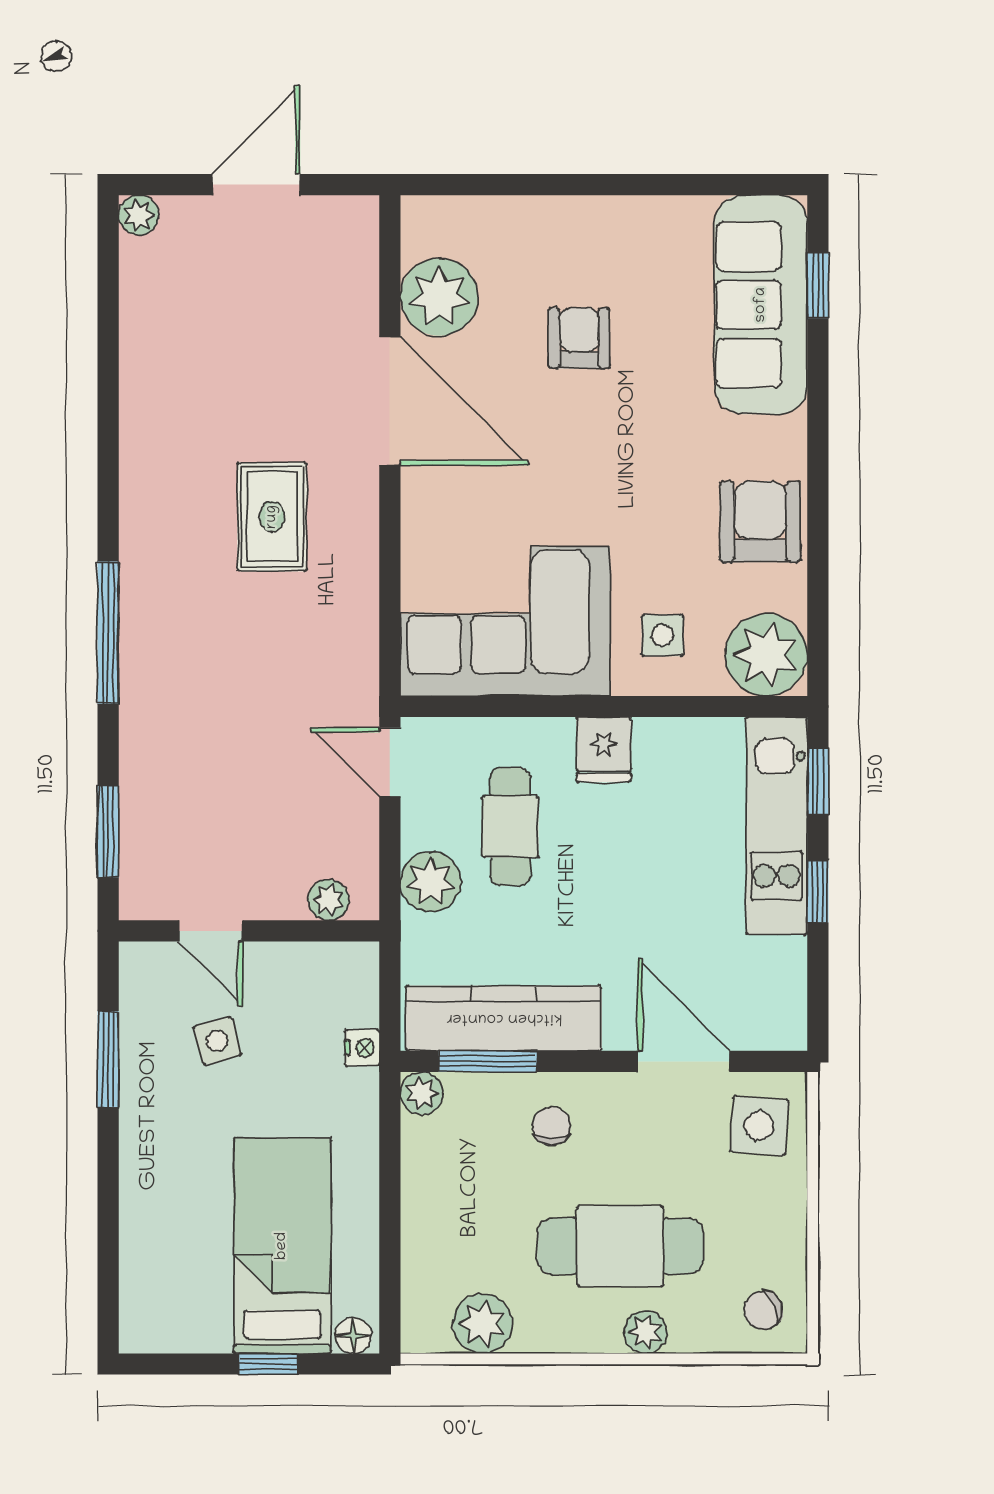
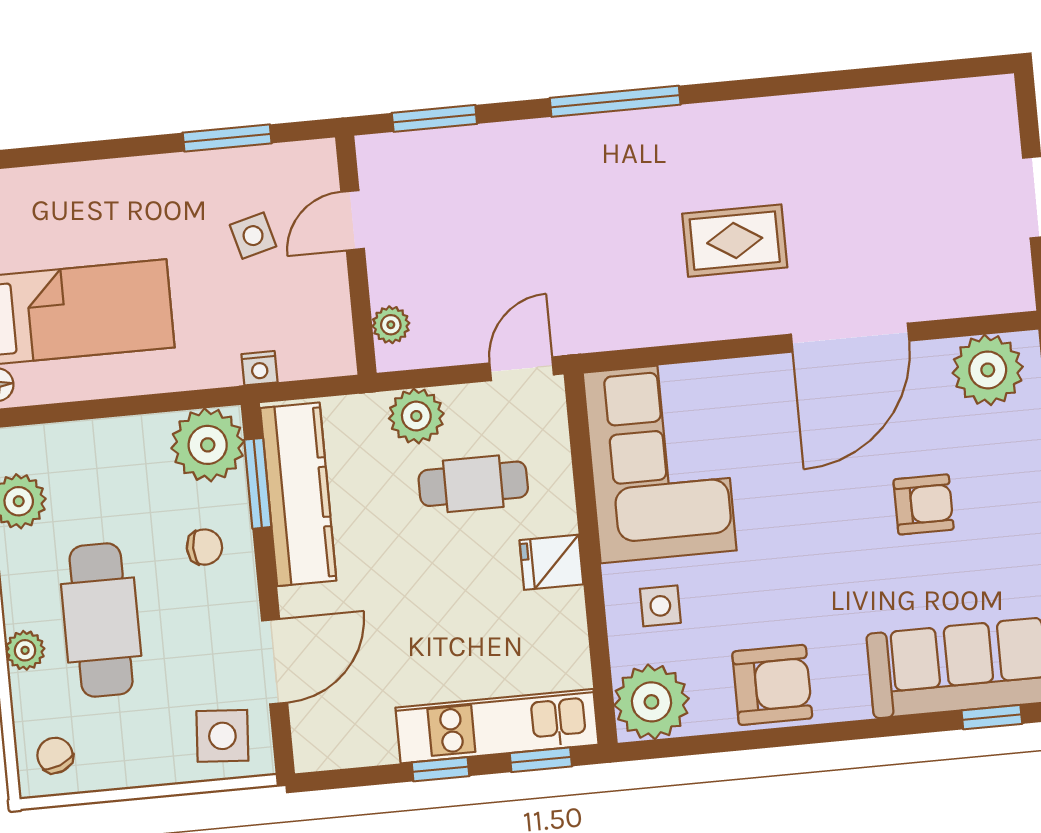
plant: (139, 215) -> (998, 93), removed
plant: (439, 297) -> (988, 370), moved
plant: (422, 1093) -> (208, 445), width x1.88, depth x1.88

